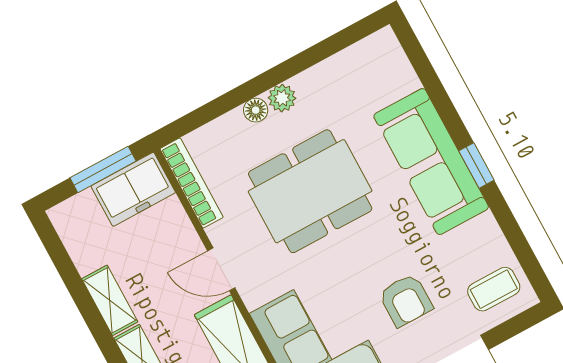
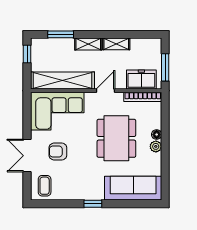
sofa: (431, 162) -> (133, 188), moved
freezer: (133, 189) -> (141, 80), moved, turned 90

